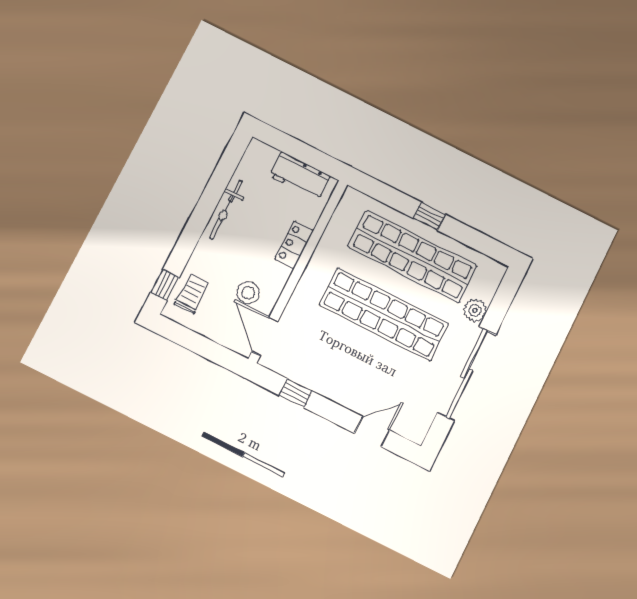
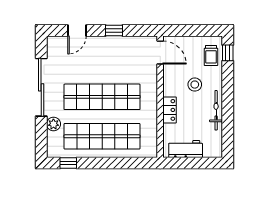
window: (430, 216) -> (68, 163), moved
stool: (248, 293) -> (195, 85), moved
window: (296, 393) -> (114, 31), moved

